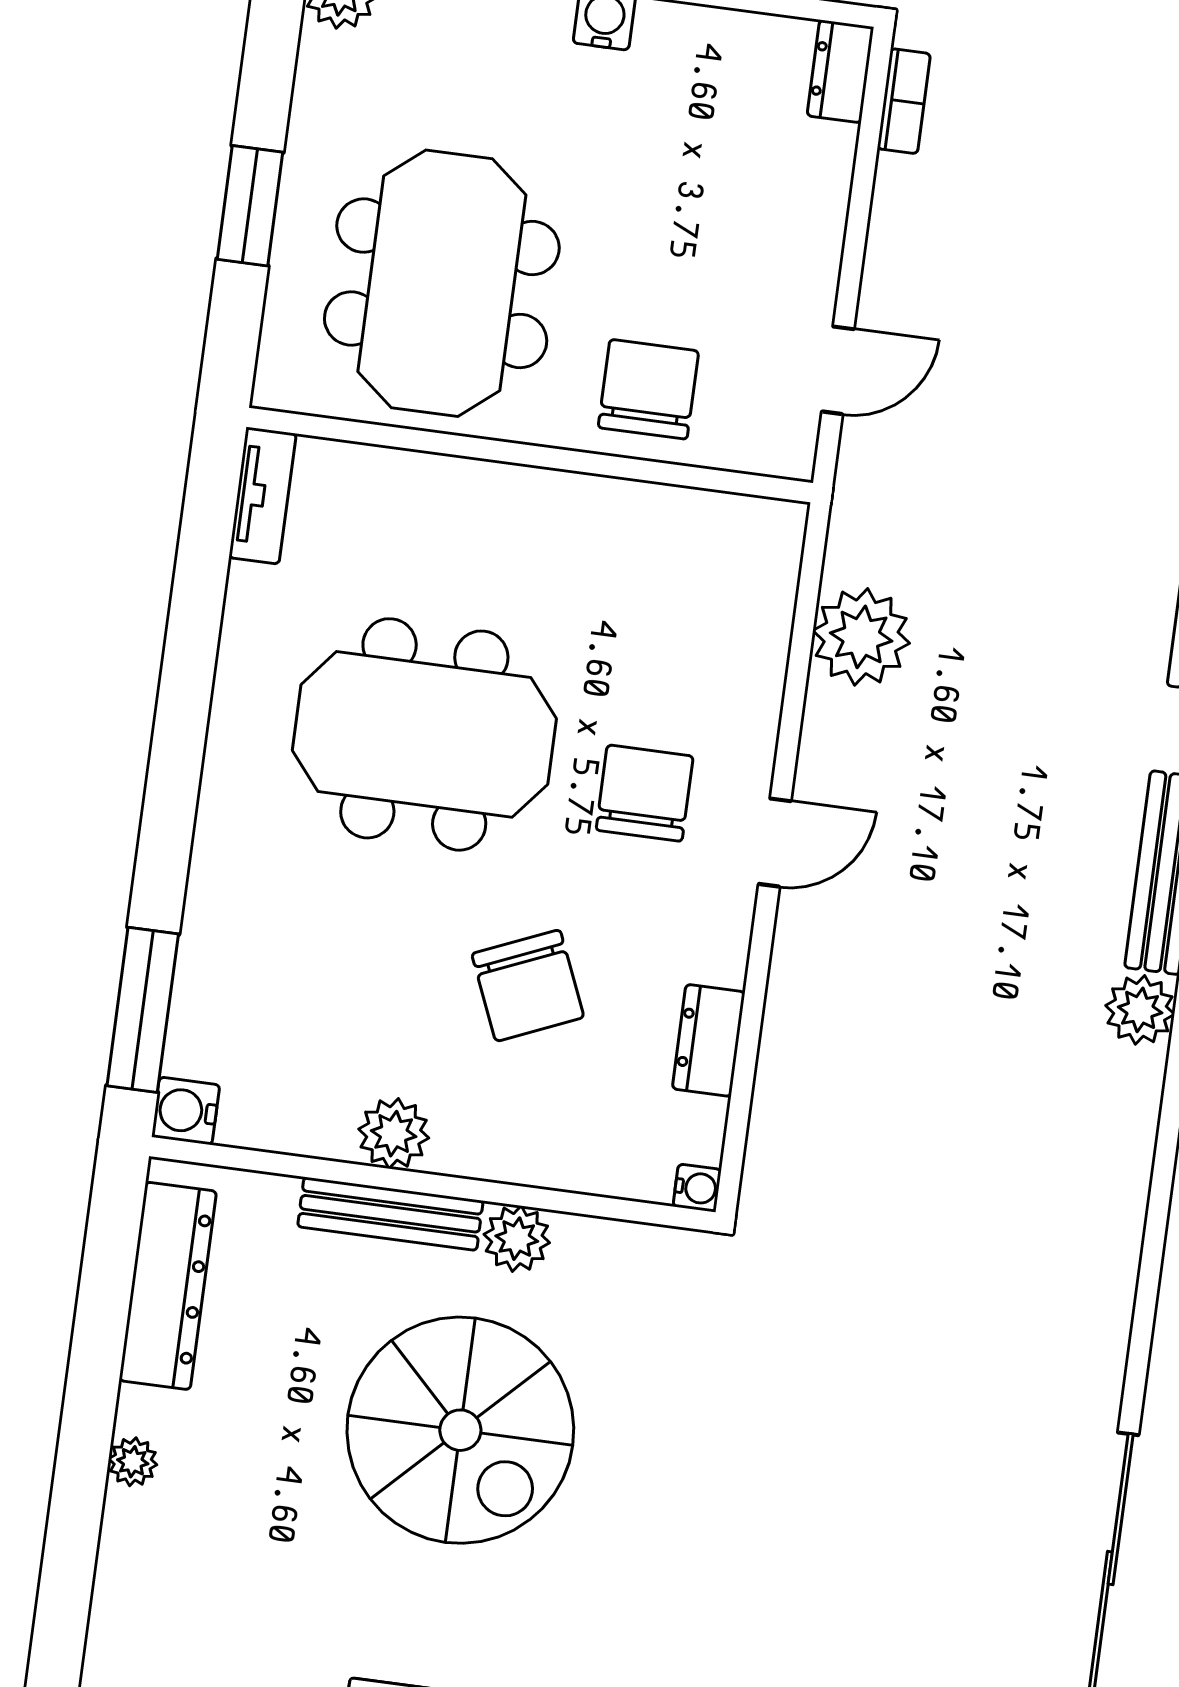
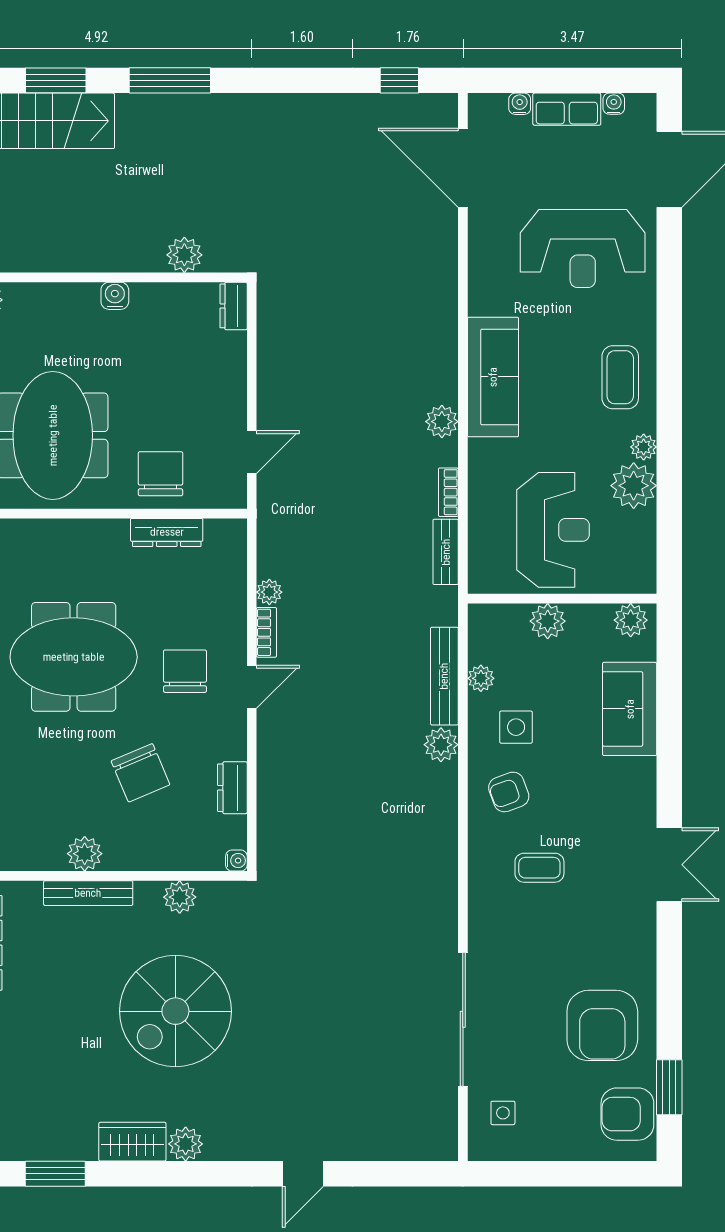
bookcase: (904, 101) -> (266, 632), moved
dresser: (645, 509) -> (167, 532), added
plant: (861, 637) -> (269, 592), width x0.53, depth x0.53
plant: (517, 1239) -> (180, 897), moved
spiral stairs: (460, 1430) -> (175, 1011), moved, turned 90

